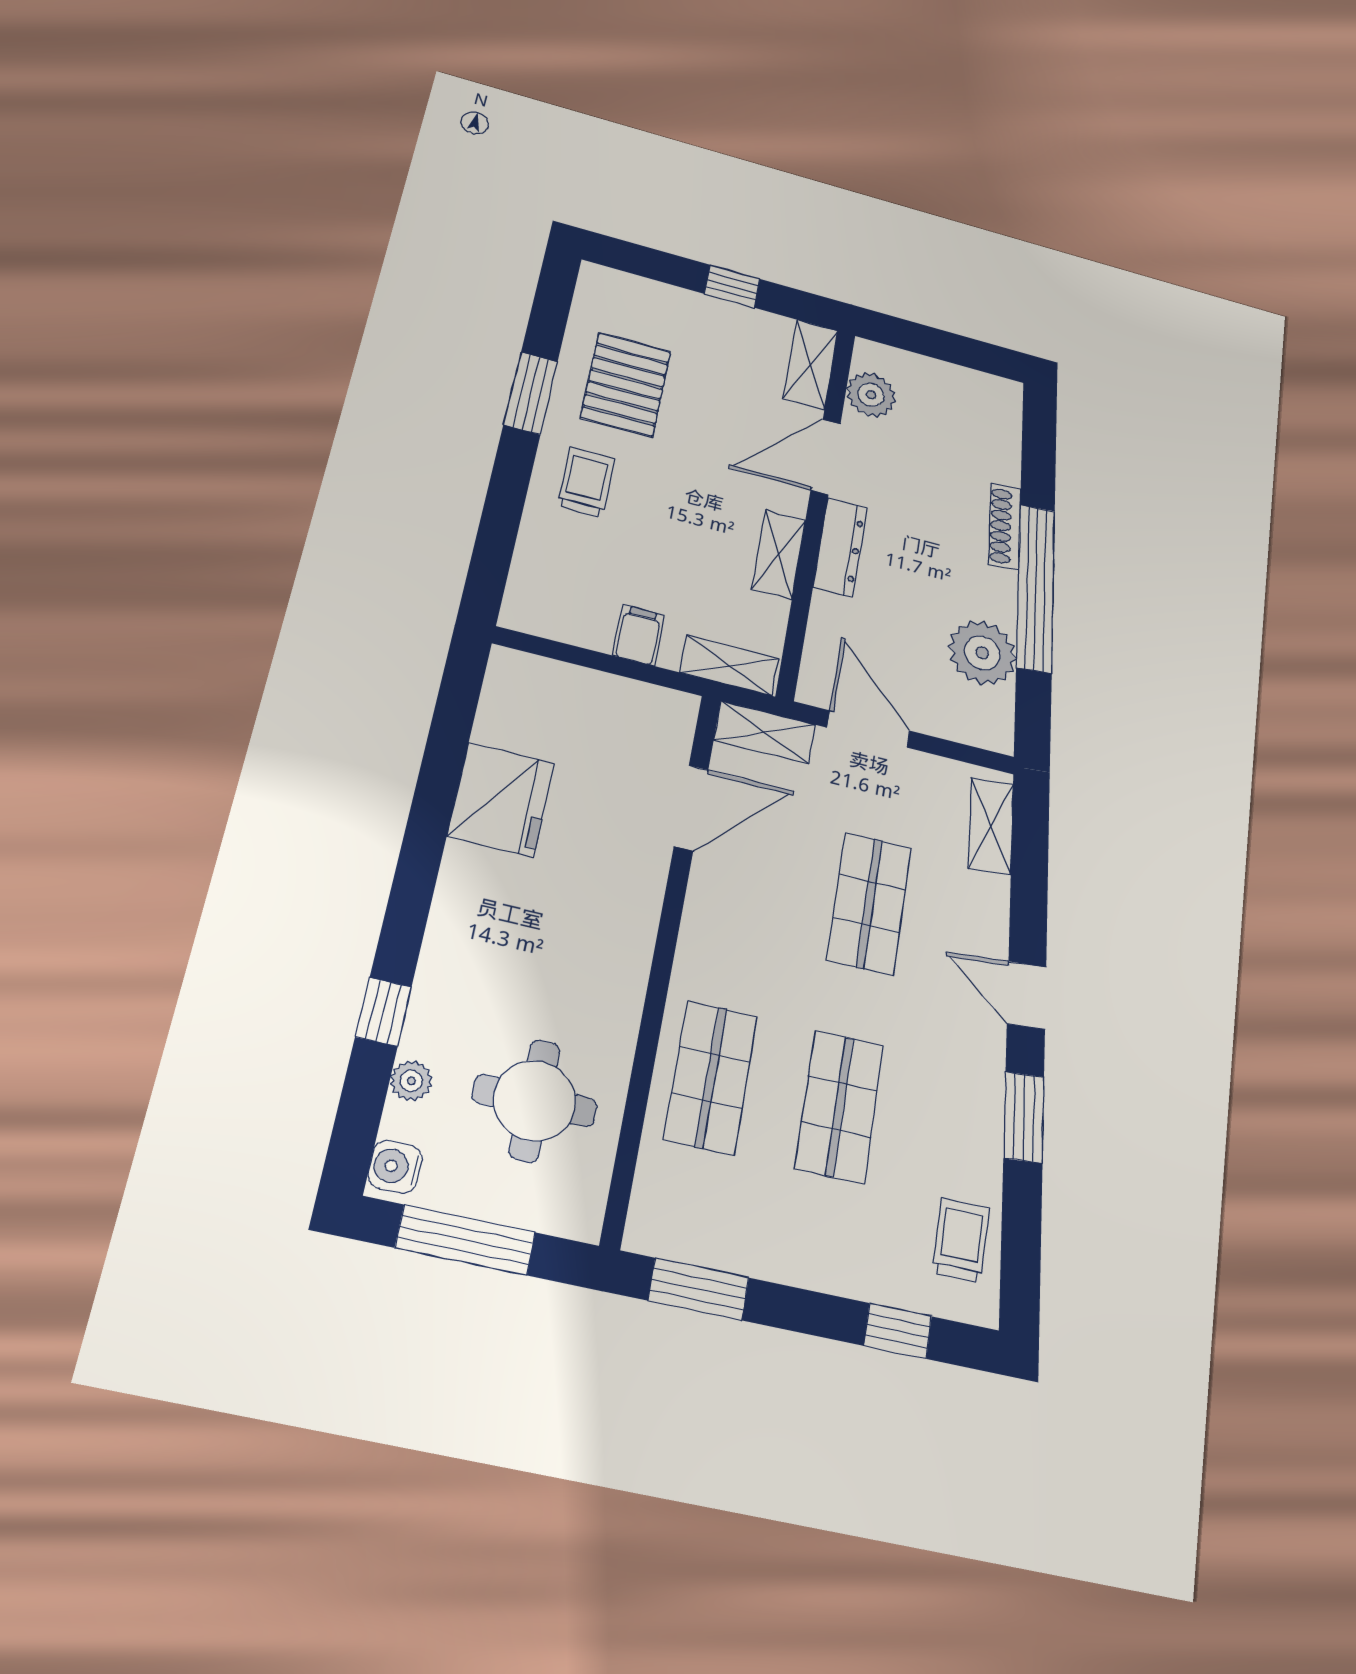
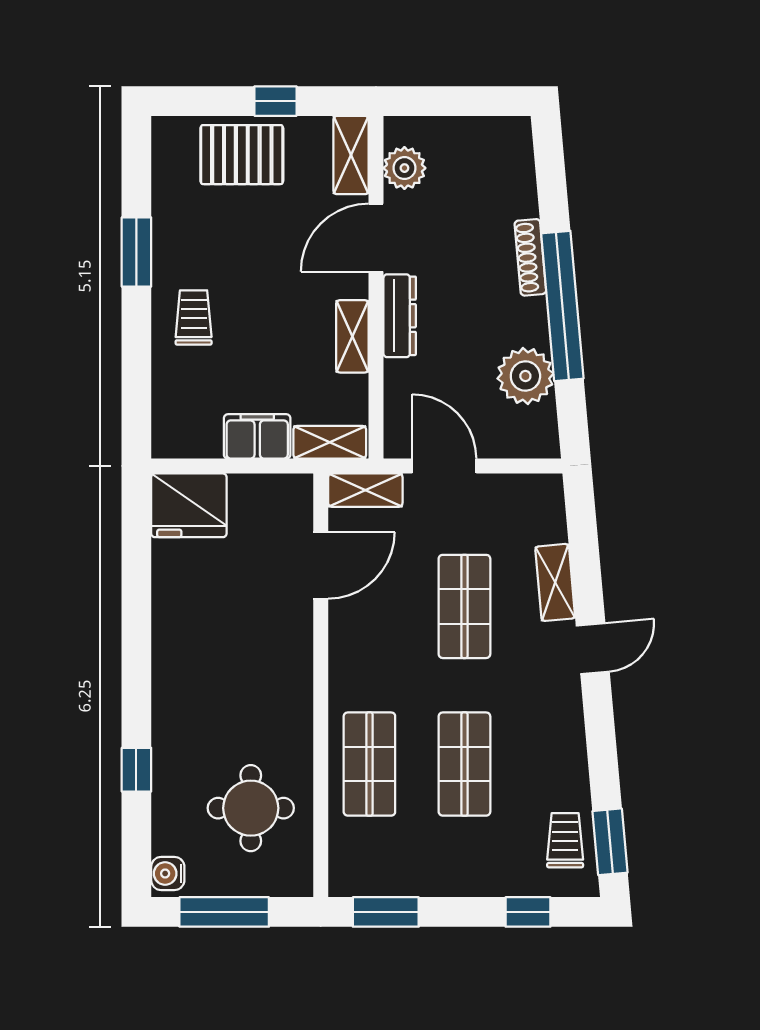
pallet: (626, 384) -> (242, 155), moved, turned 90
filing cabinet: (639, 635) -> (257, 436), width x2.00
fridge: (501, 800) -> (189, 505), moved, turned 90
shelving: (991, 826) -> (555, 582), moved
door: (1027, 995) -> (593, 649), swing flipped
plant: (411, 1081) -> (165, 813), removed
window: (1024, 1117) -> (610, 842), moved

